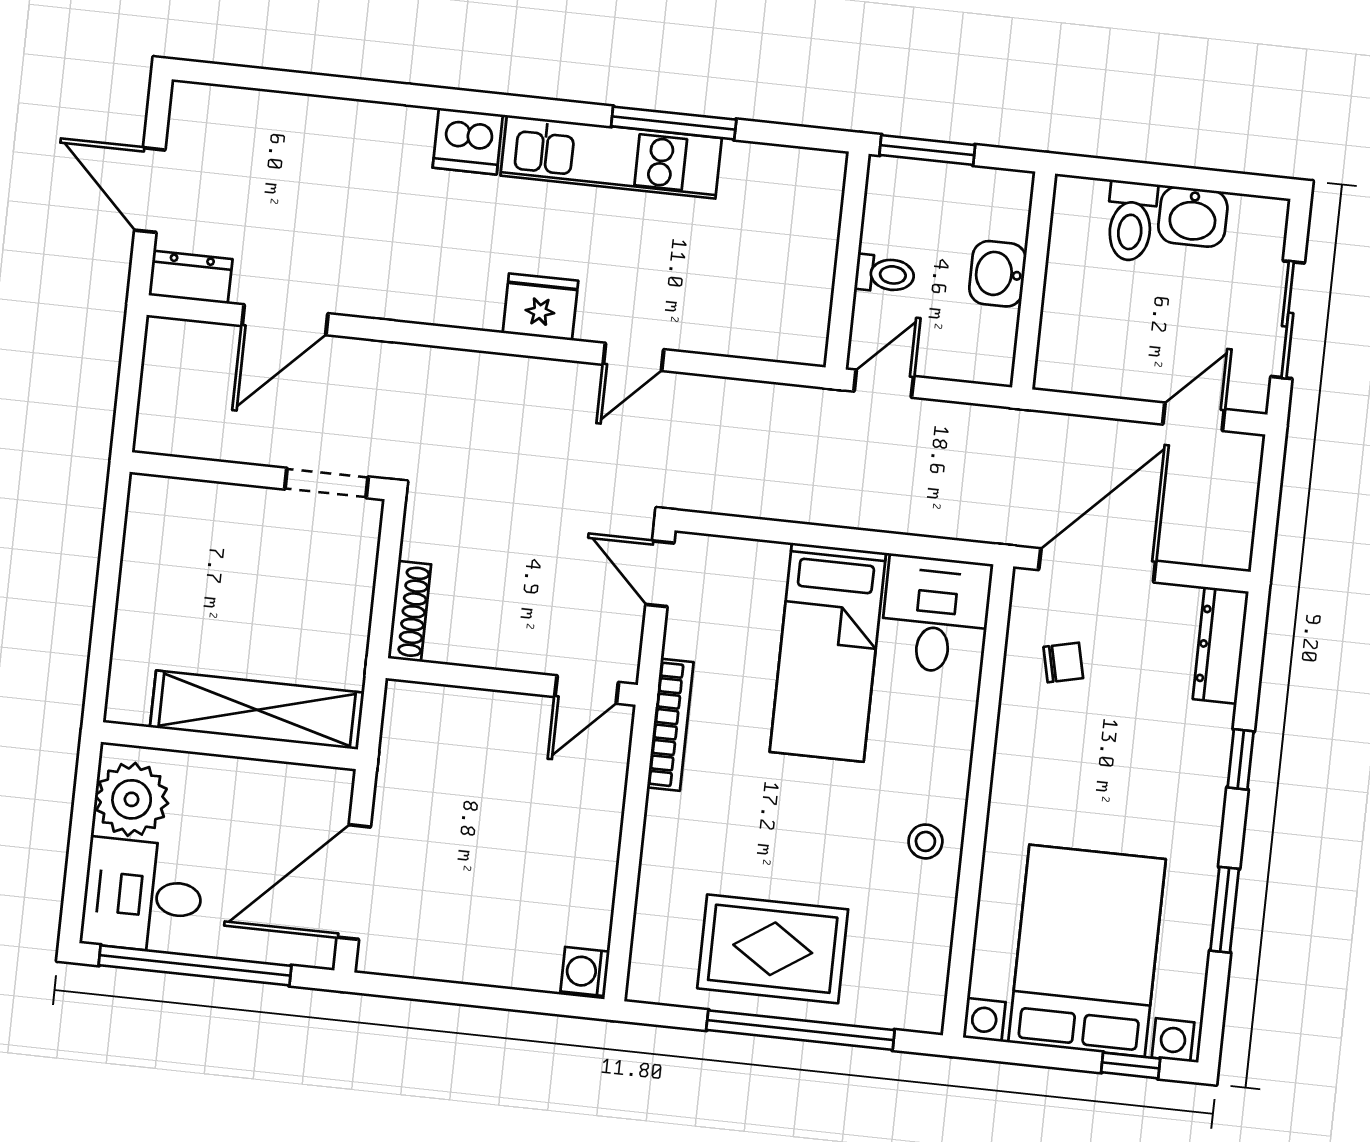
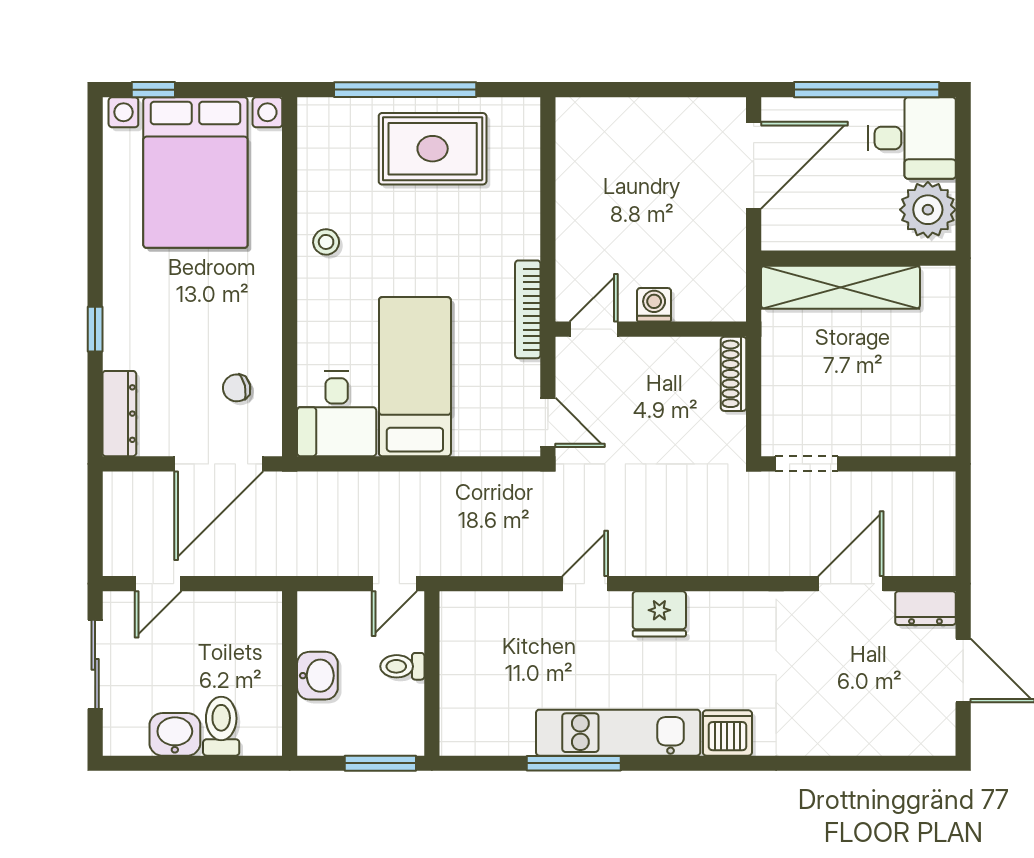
window: (1225, 910) -> (95, 215), removed
washing machine: (585, 971) -> (654, 305), moved, turned -90

